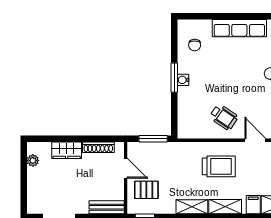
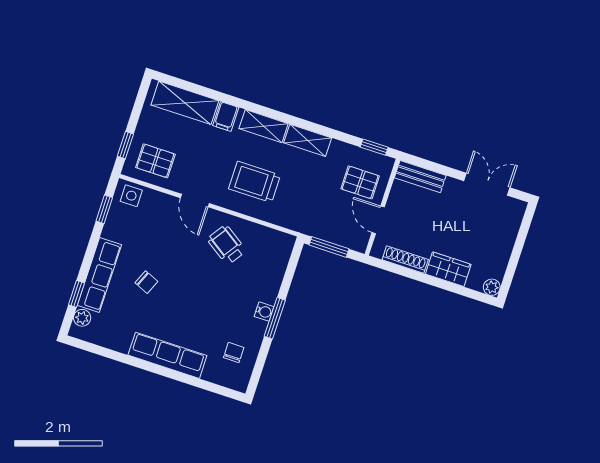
plant: (33, 160) -> (492, 287), moved

